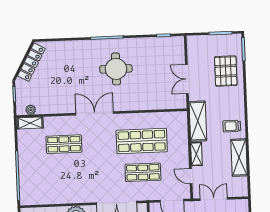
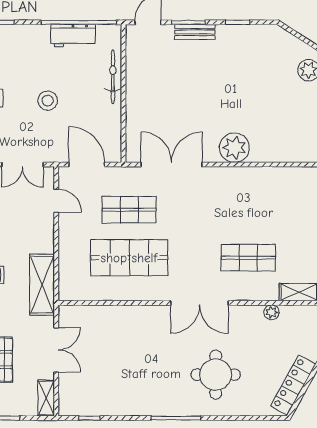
round table: (116, 69) -> (216, 375), moved
plant: (31, 110) -> (272, 312), moved
shelving: (196, 154) -> (46, 398), moved

